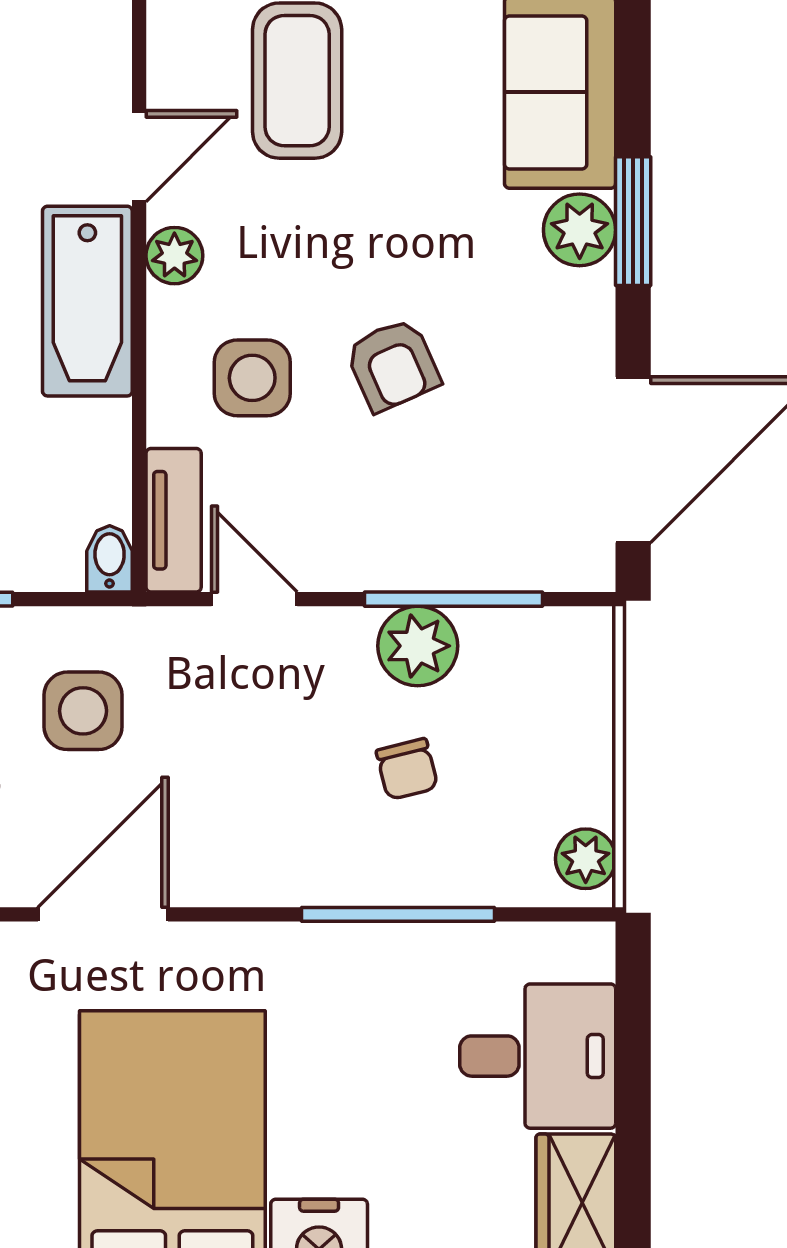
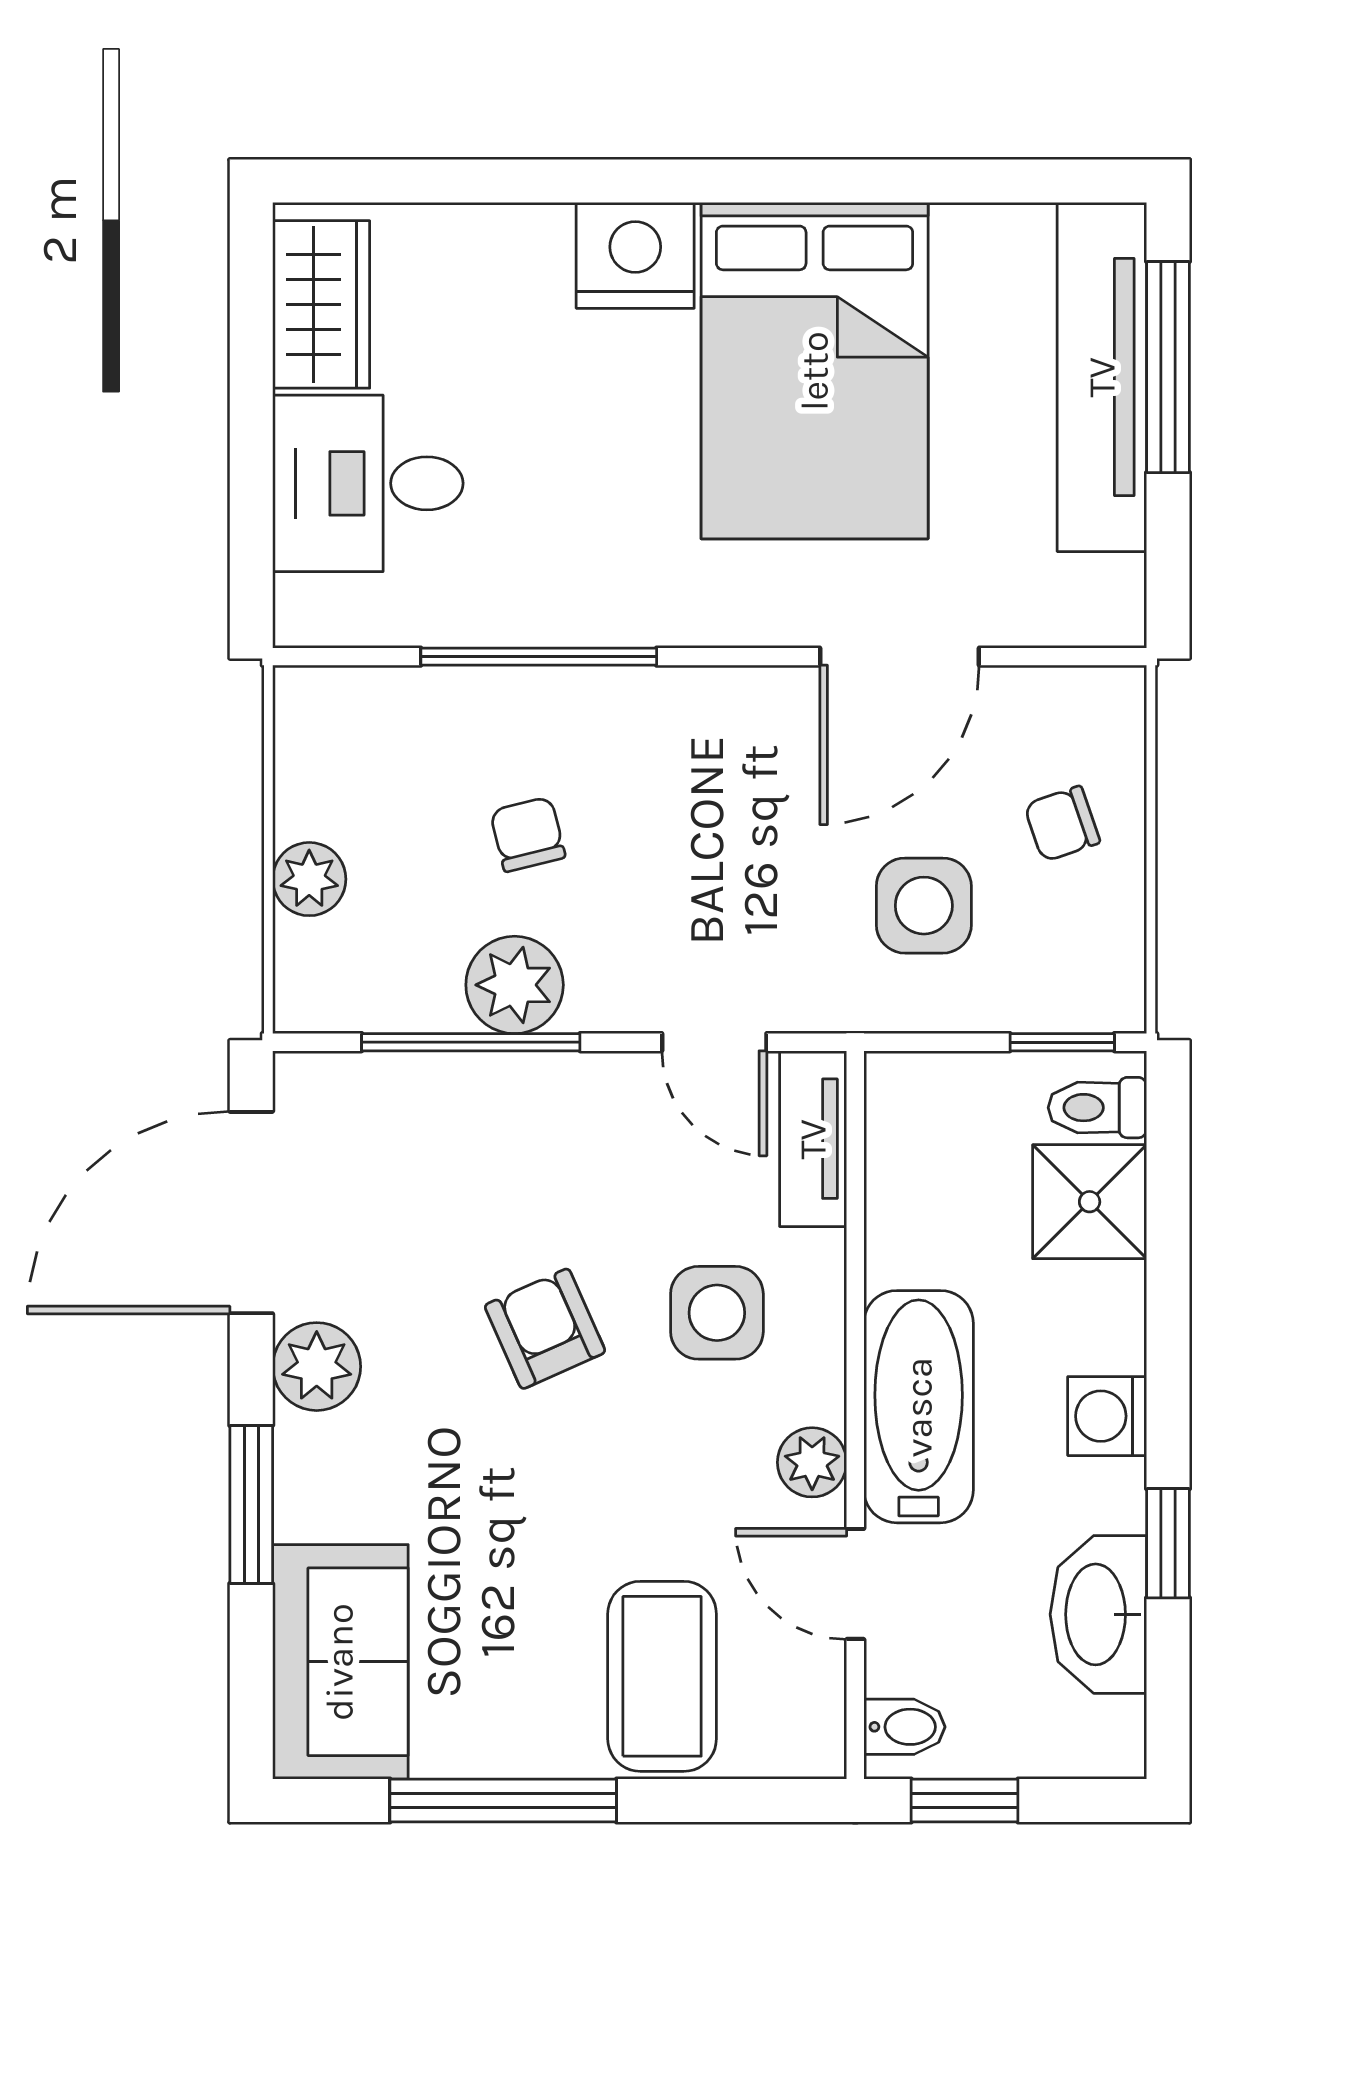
door: (139, 156) -> (855, 1584), hinge flipped
plant: (580, 230) -> (317, 1367), moved
bidet: (110, 559) -> (904, 1727), moved, turned -90
plant: (586, 859) -> (309, 879), moved

